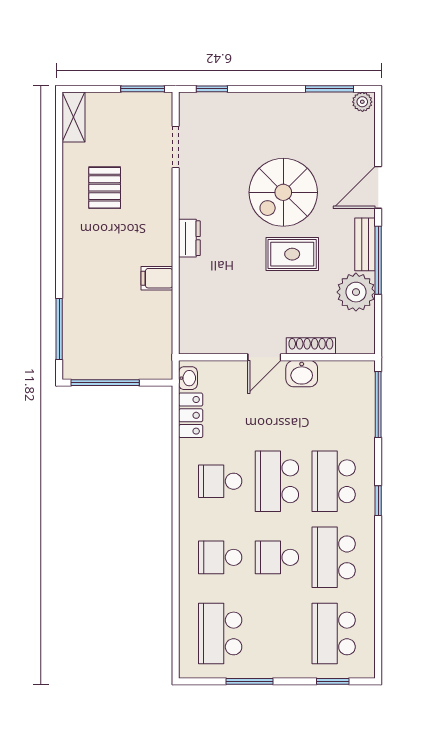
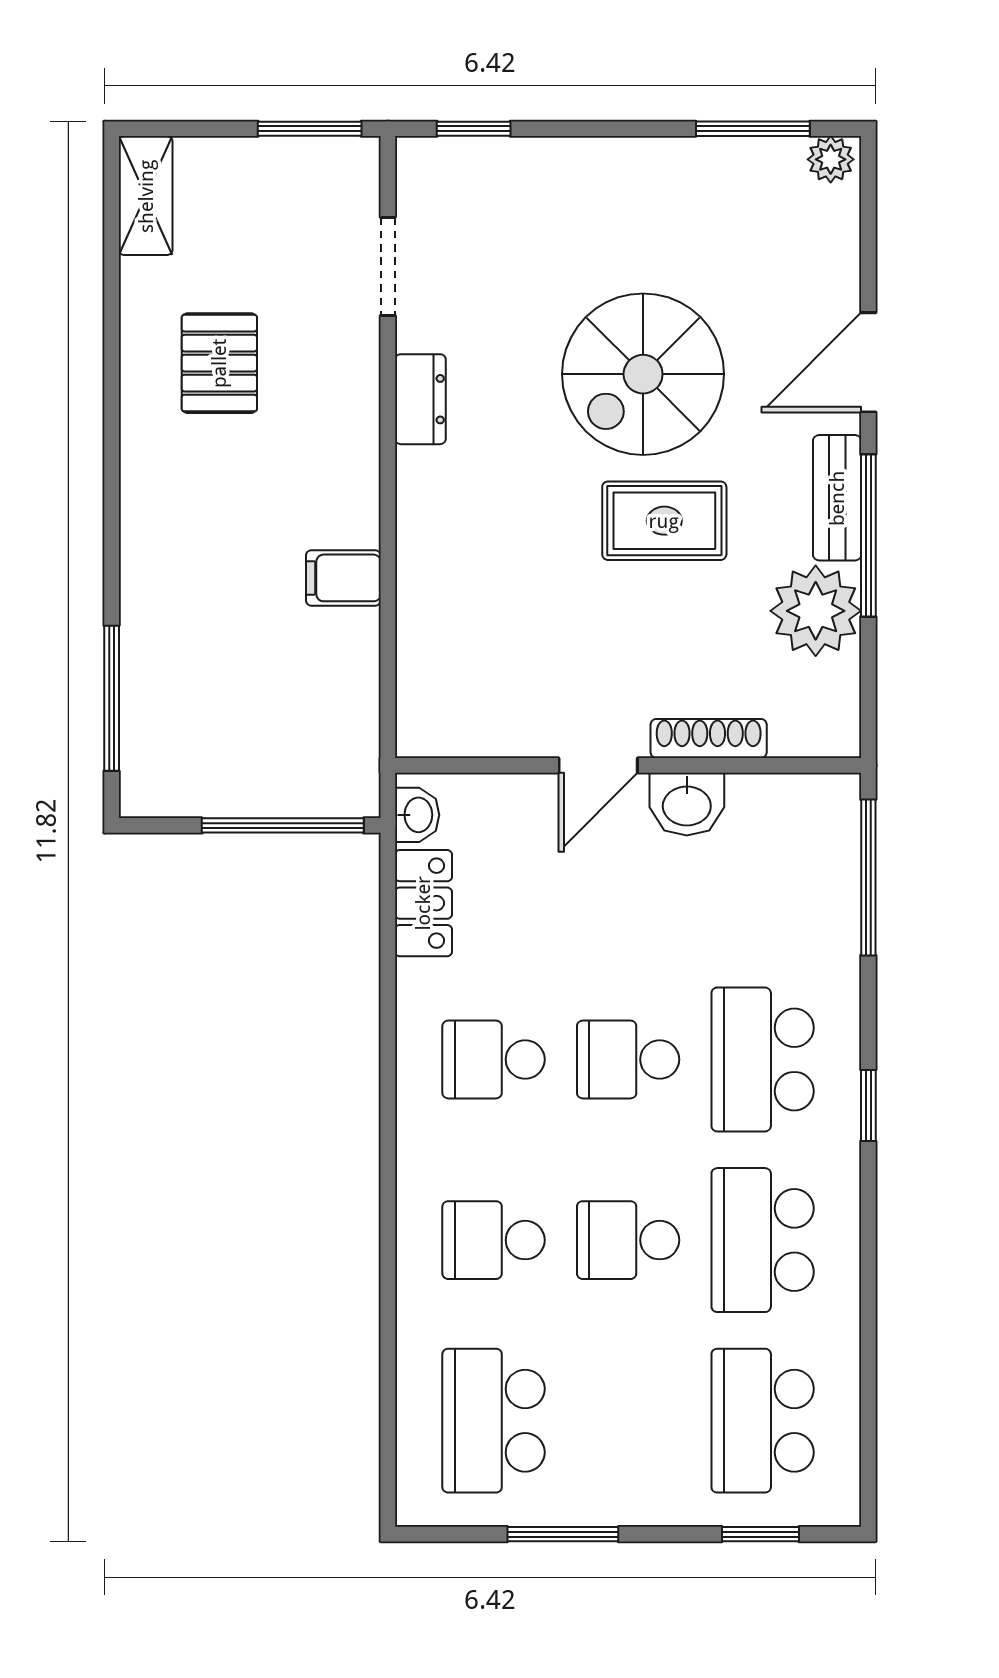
dresser: (189, 238) -> (420, 399), moved
window: (105, 383) -> (283, 825), moved
school desk: (277, 481) -> (628, 1059), width x0.54

